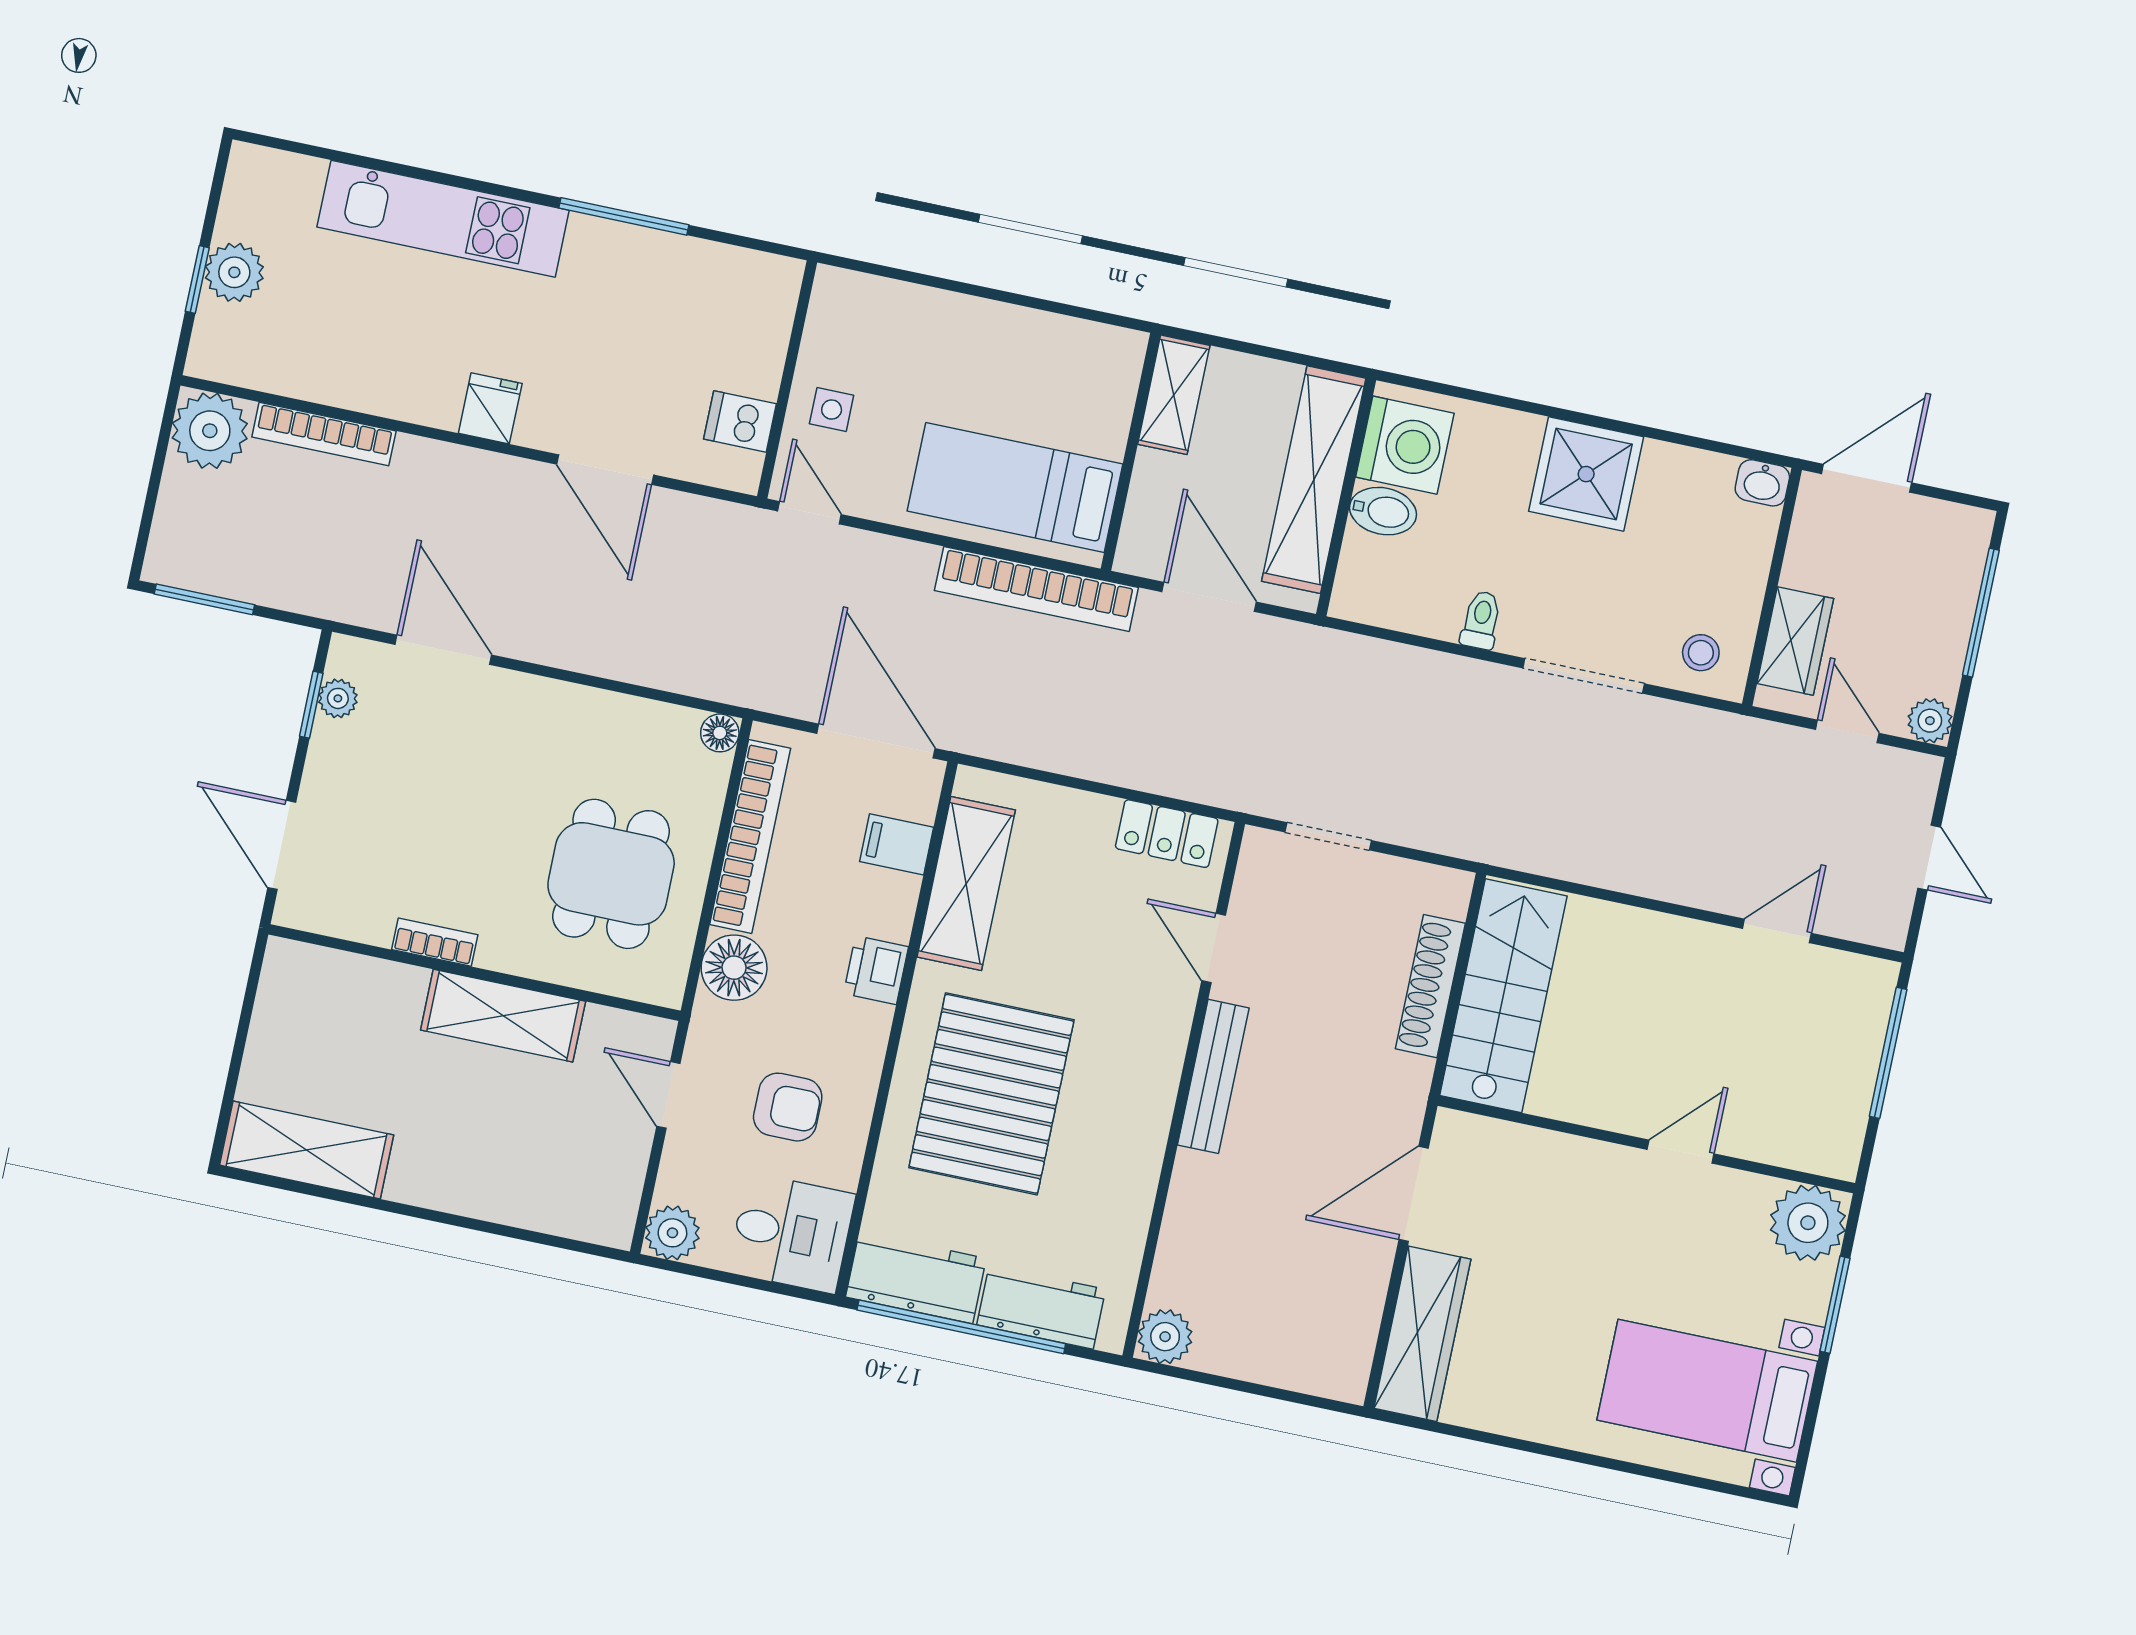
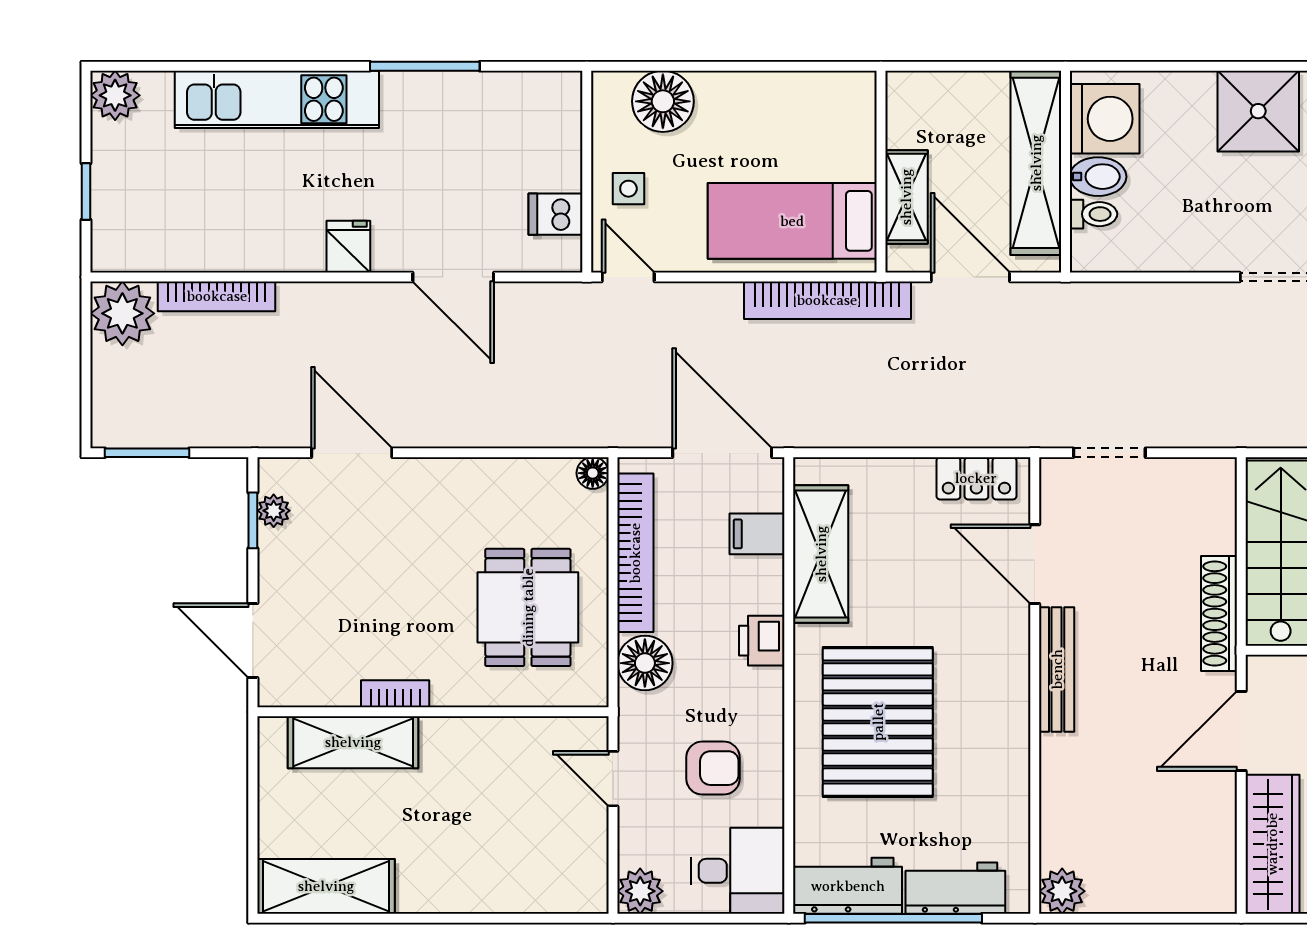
plant: (234, 272) -> (115, 95), moved
floor lamp: (893, 316) -> (663, 101), added
shelving: (1174, 395) -> (906, 197), moved
toilet: (1481, 620) -> (1093, 214), moved, turned 90
door: (1214, 948) -> (1035, 564), width x1.38
shoe rack: (1430, 986) -> (1219, 613), moved
shelving: (503, 1016) -> (353, 742), moved

